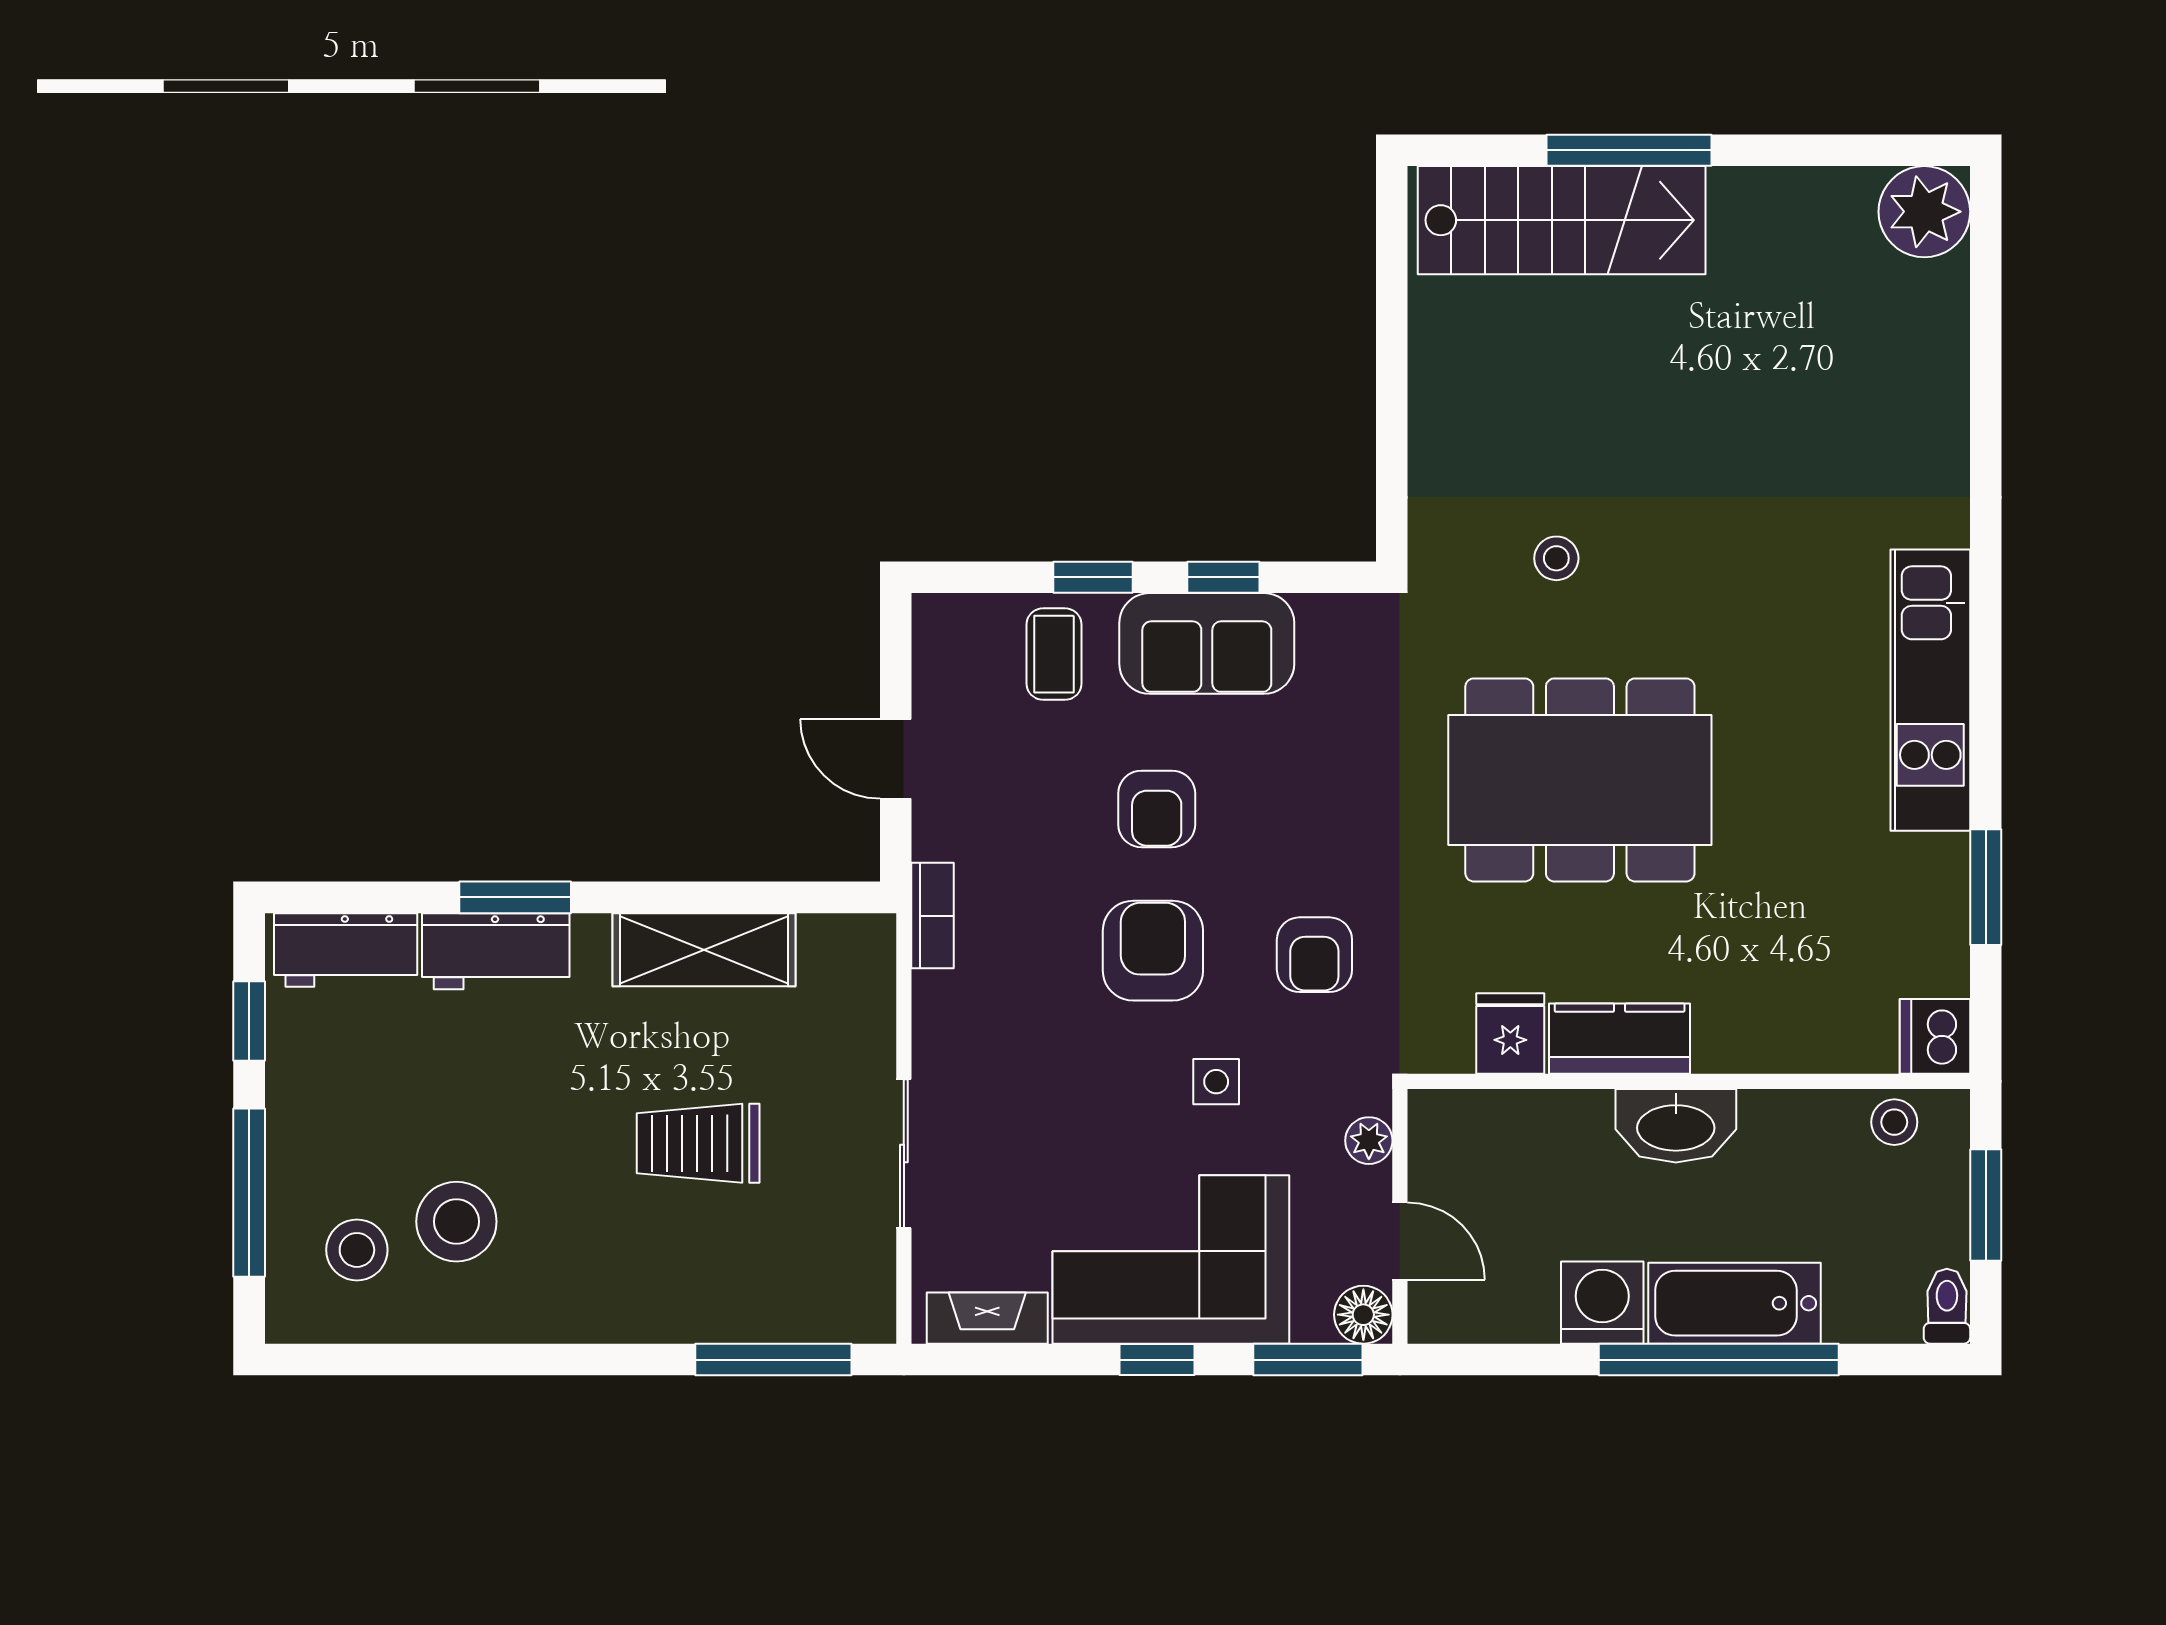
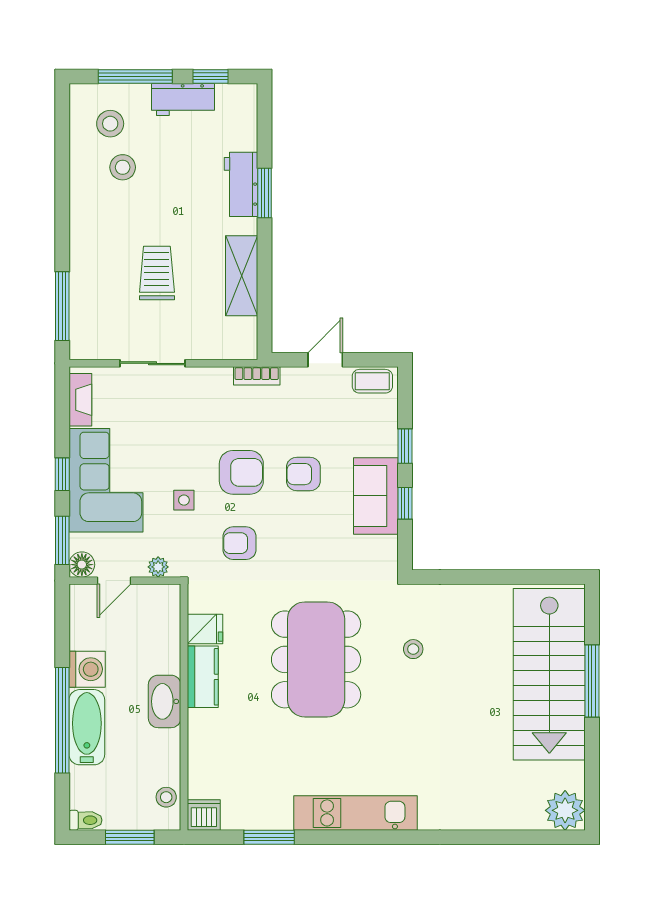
stairs: (1562, 220) -> (549, 674), width x1.36, depth x1.51
coffee table: (1054, 654) -> (372, 381), moved
workbench: (346, 950) -> (183, 99), moved, turned -90
stool: (456, 1222) -> (123, 167), width x0.73, depth x0.73

